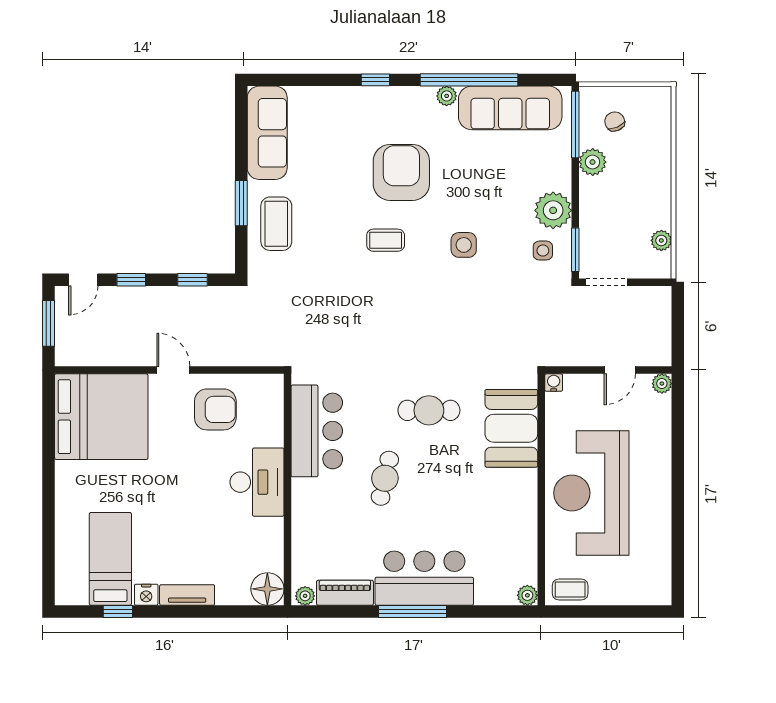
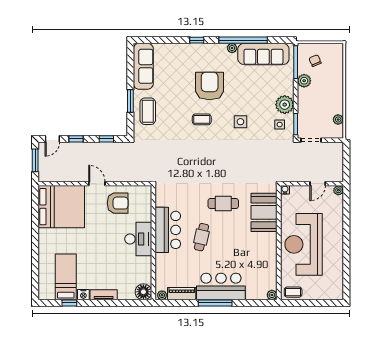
bar counter: (317, 431) -> (168, 230), moved

